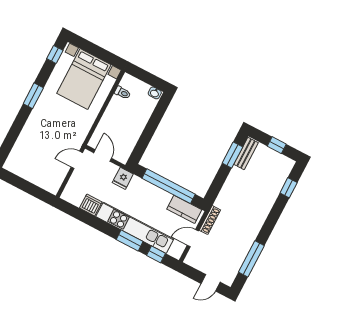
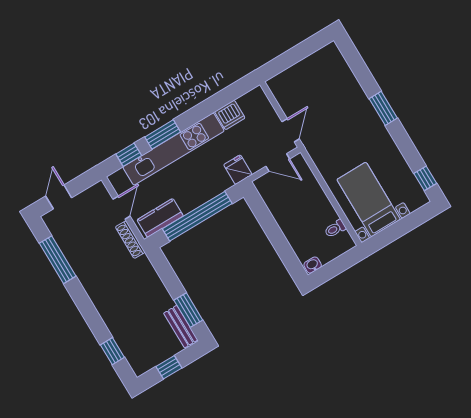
bed with nightstands: (84, 79) -> (369, 200), width x0.73
window: (33, 96) -> (383, 108), moved

